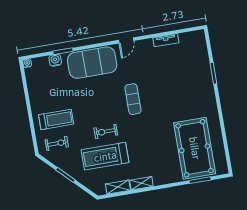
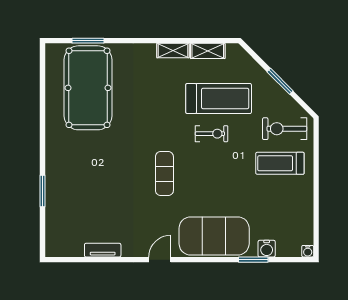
exercise bike: (57, 143) -> (285, 129), width x1.38, depth x1.39

